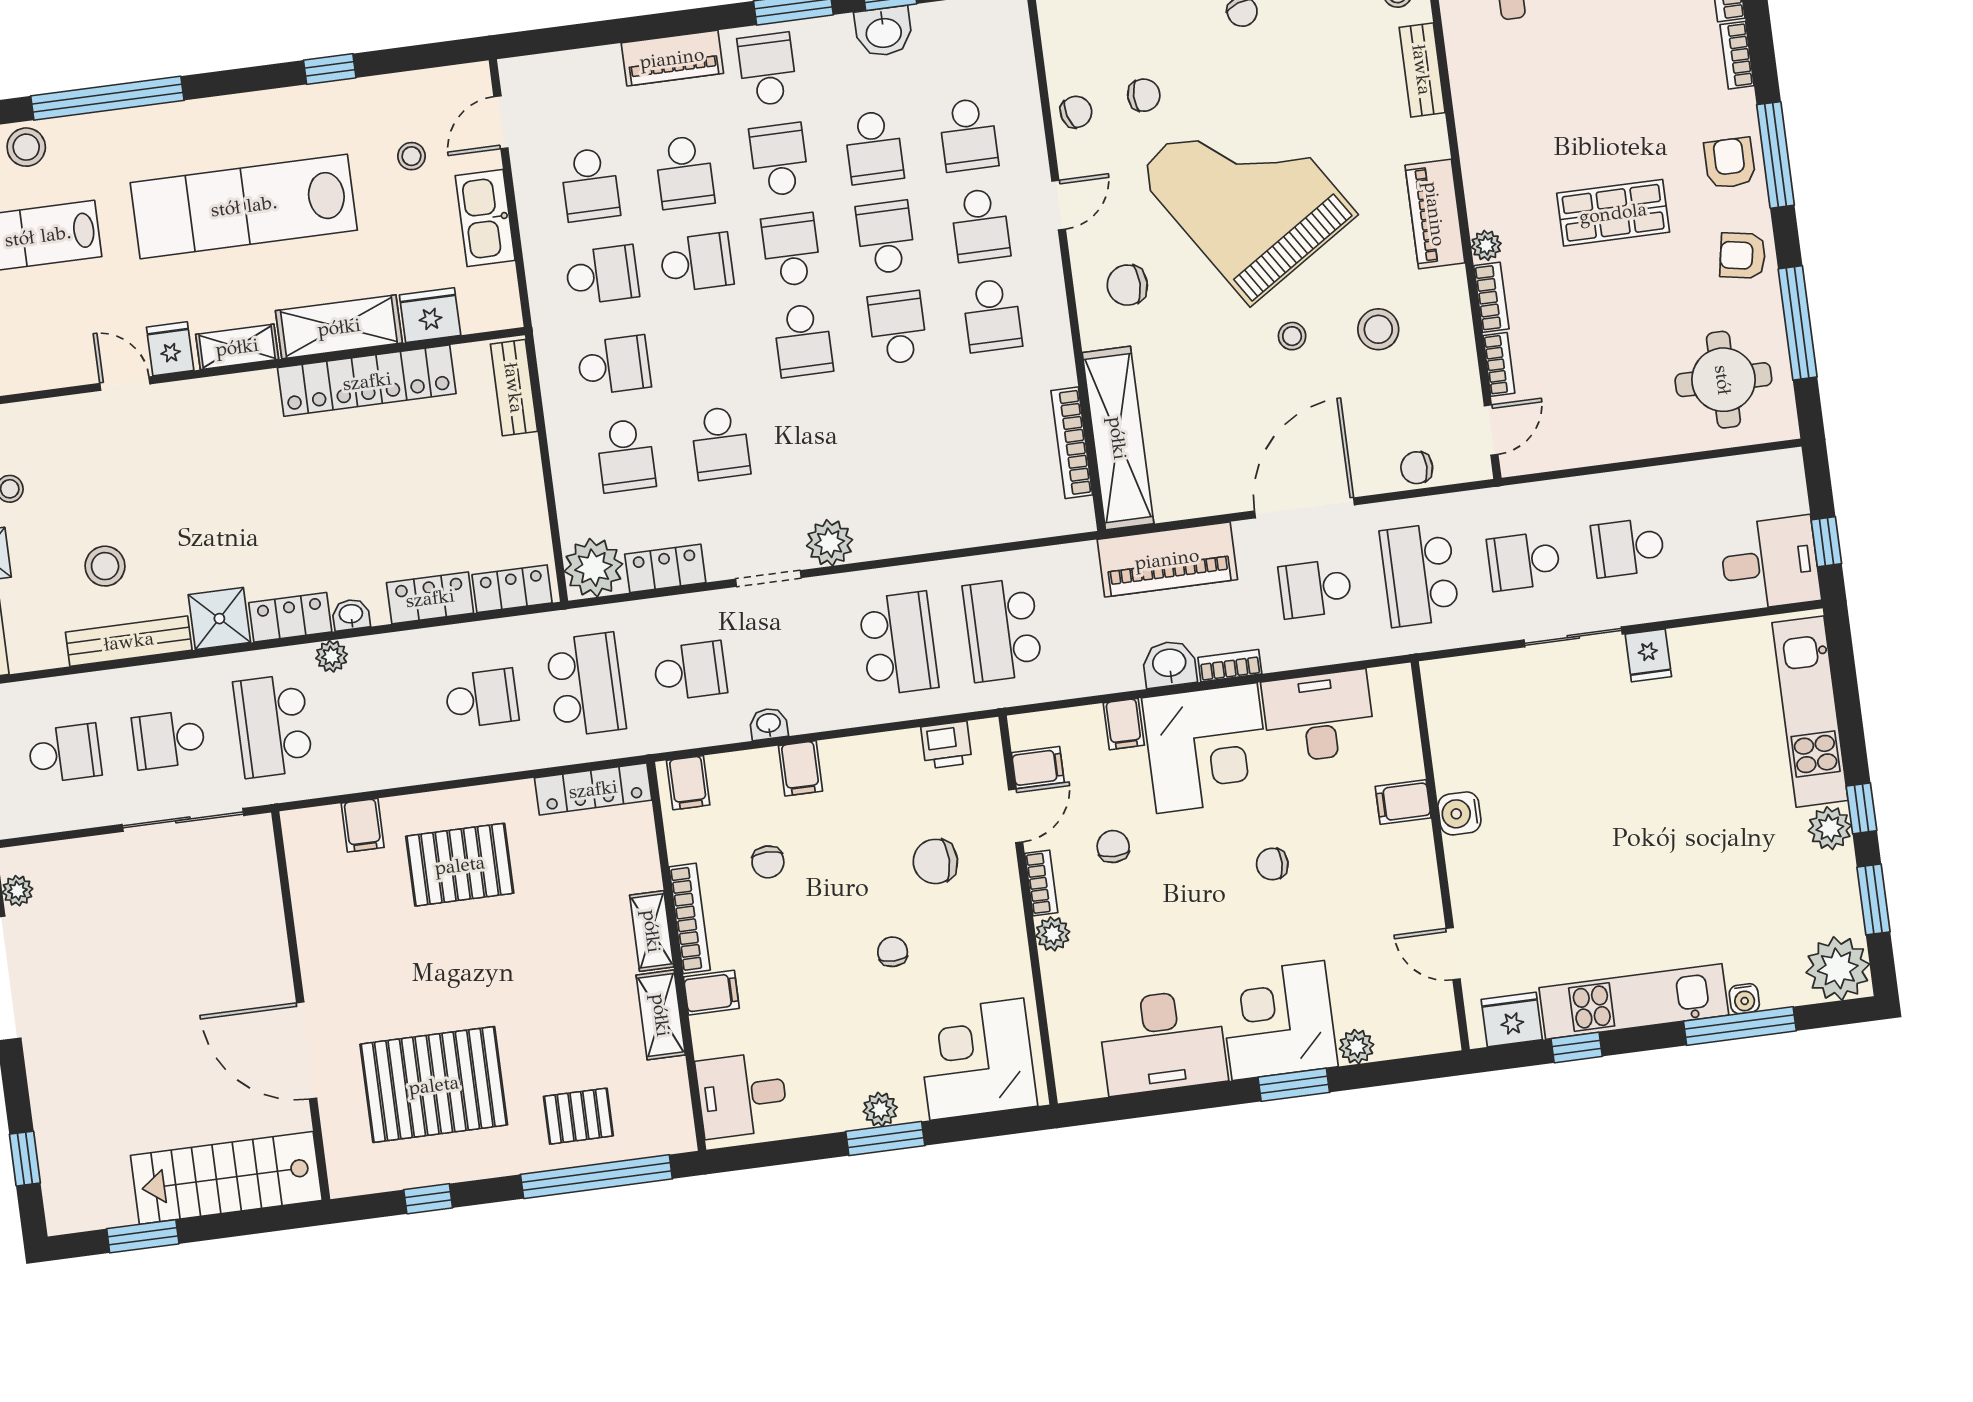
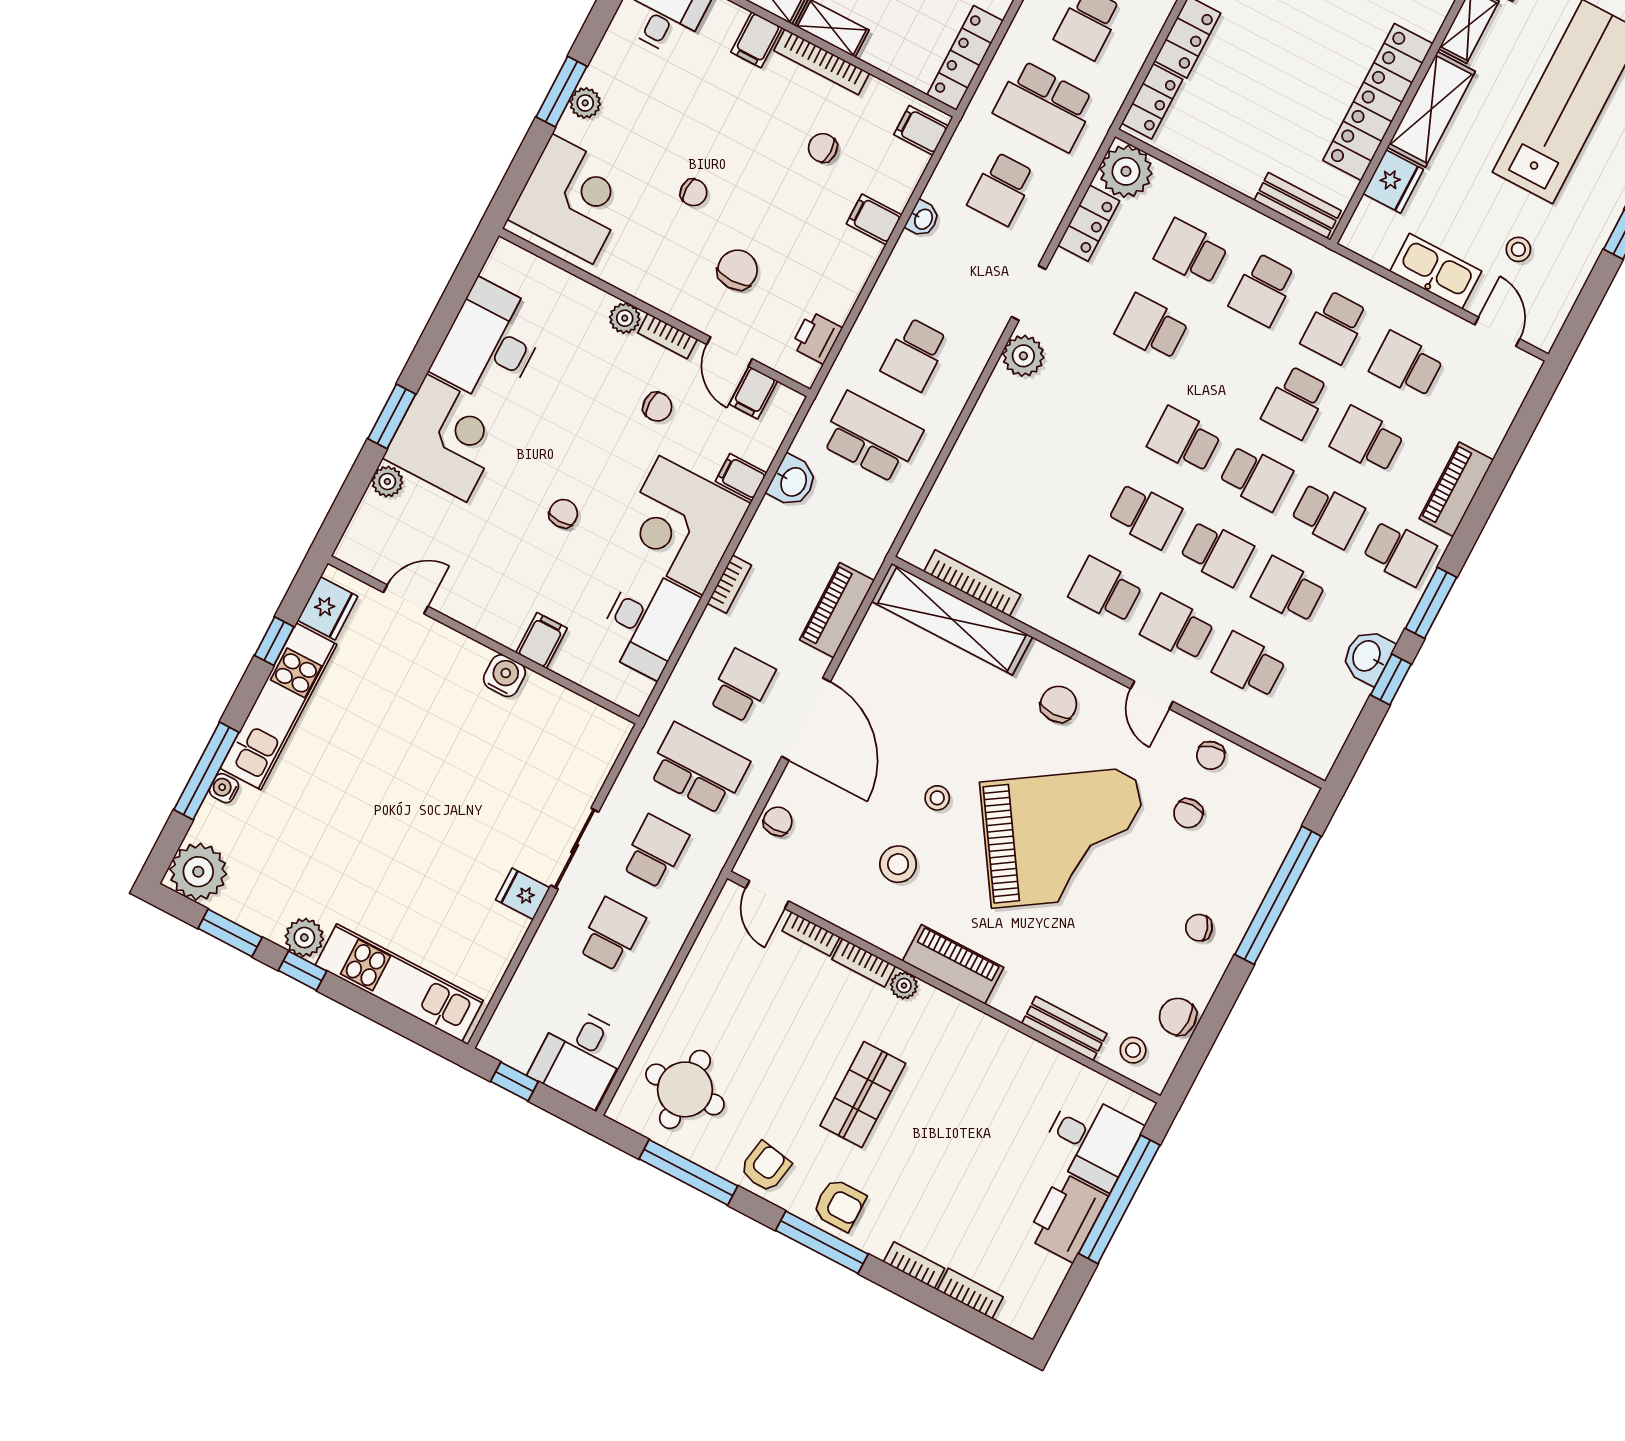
piano: (1167, 559) -> (837, 610), width x0.73, depth x0.75
desk: (1770, 563) -> (580, 1057), moved
school desk: (898, 644) -> (915, 354), width x0.54
washbasin: (1169, 664) -> (793, 481), moved

